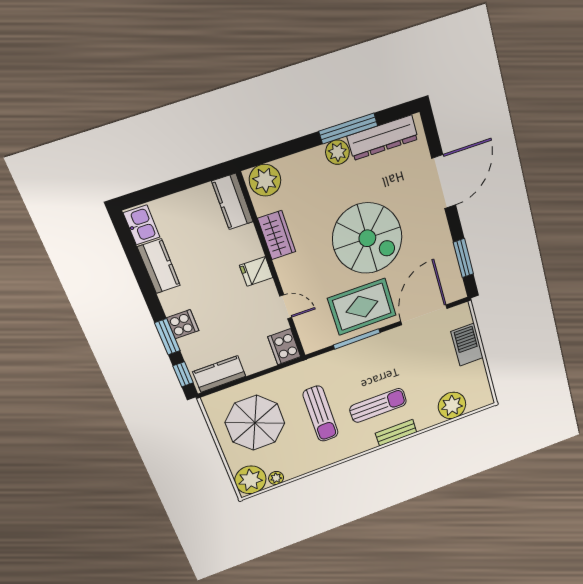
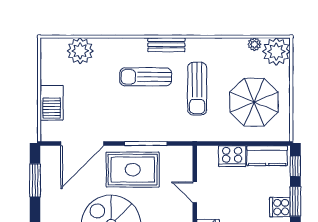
cooker: (284, 347) -> (232, 156), moved, turned 90
sun lounger: (321, 414) -> (197, 89), turned 180
bench: (396, 433) -> (166, 45), moved

